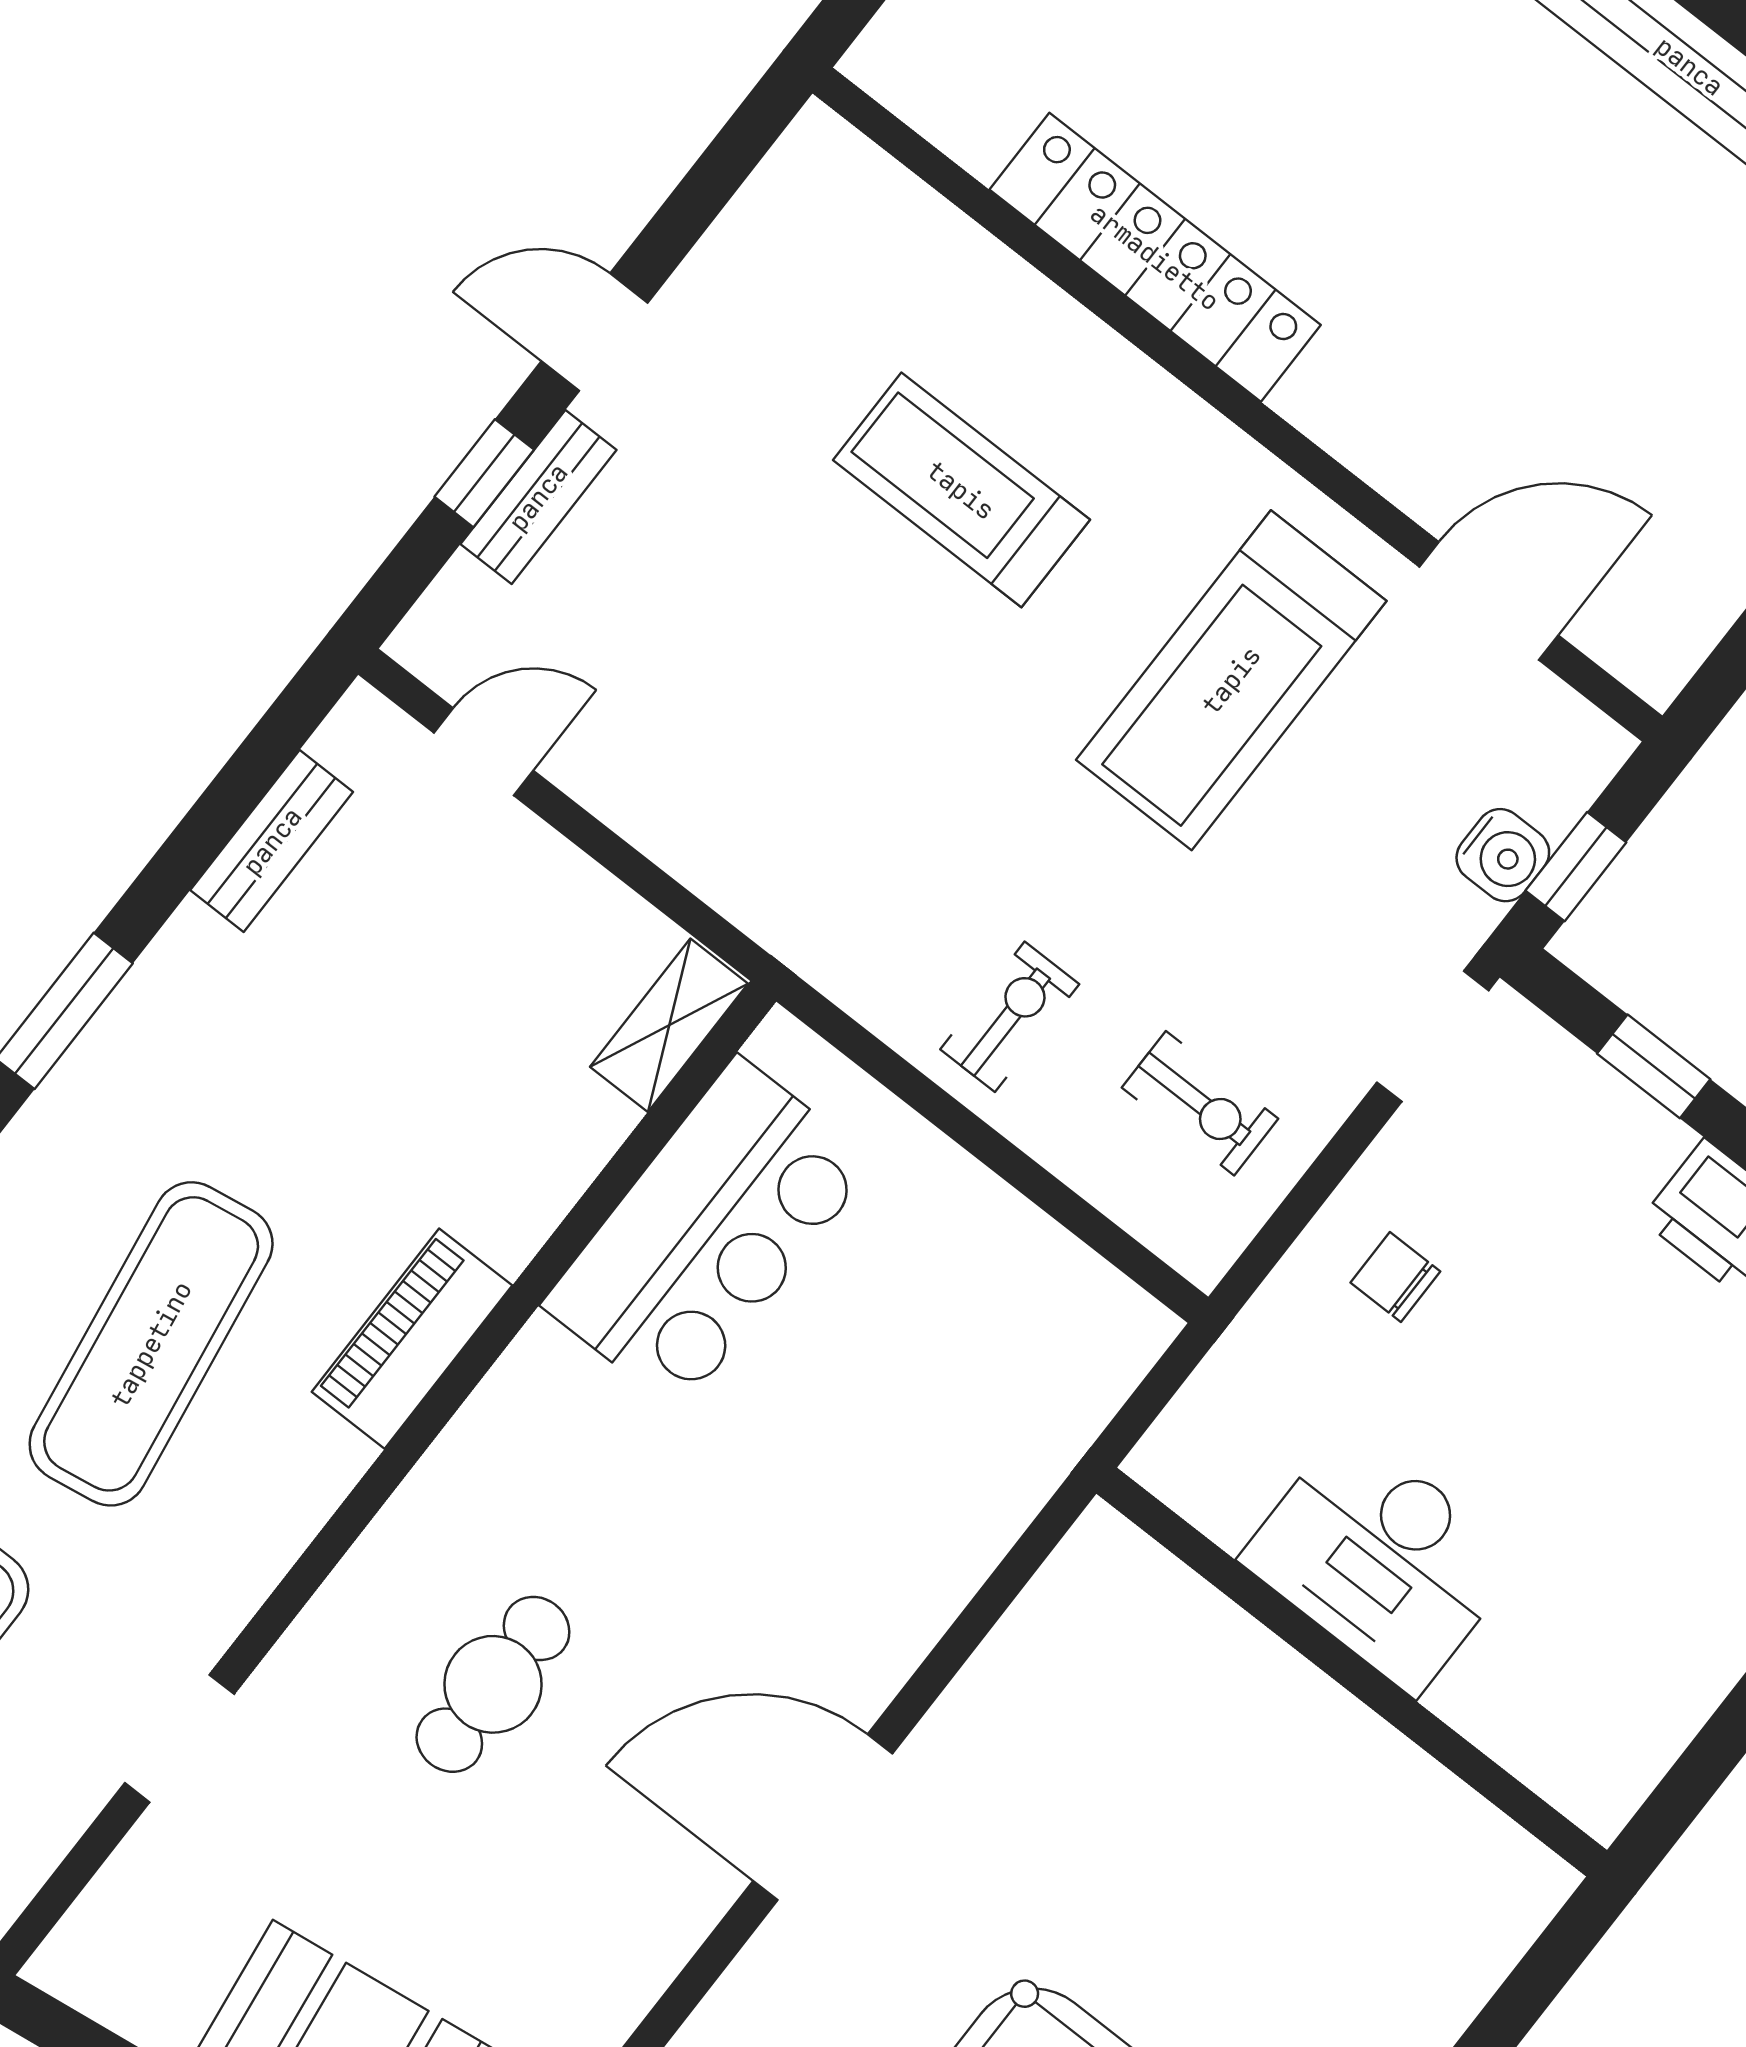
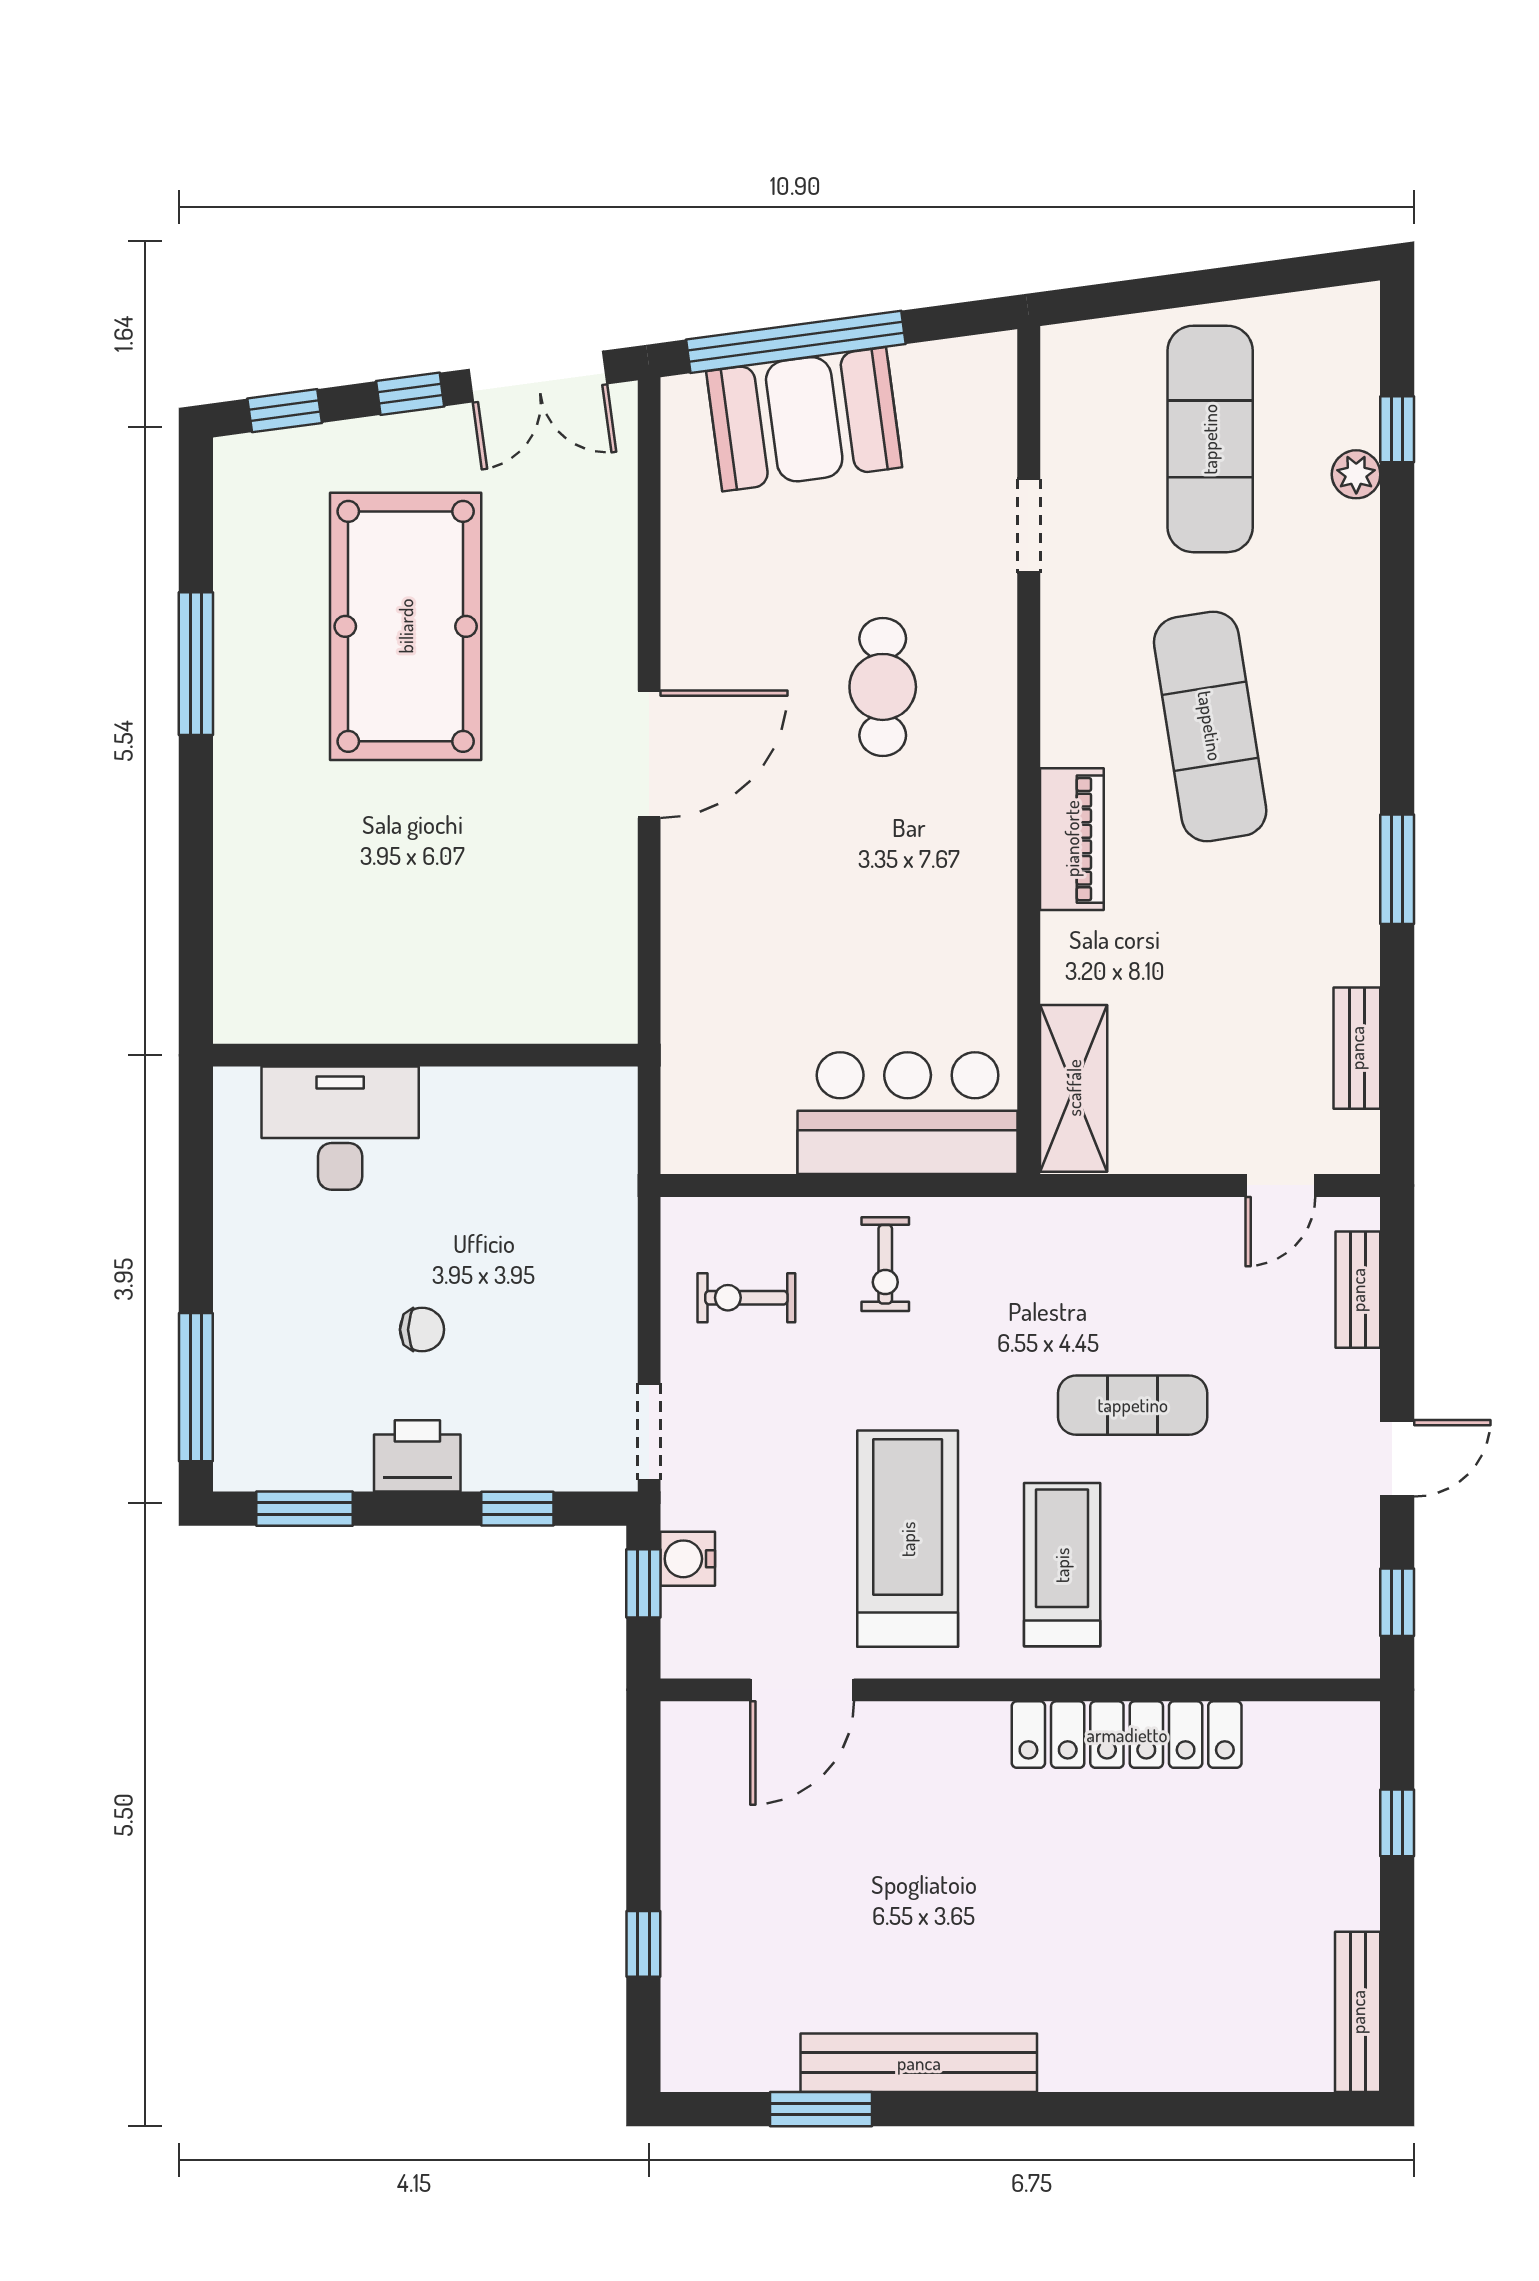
window: (484, 473) -> (1397, 1602), moved
treadmill: (961, 490) -> (1062, 1565), moved, turned -90
bench: (538, 497) -> (1358, 1290), moved
exercise mat: (852, 632) -> (1133, 1405), added
shelving: (669, 1025) -> (1074, 1088), width x1.50, depth x1.33
bar counter: (708, 1234) -> (908, 1113), moved, turned 90
chair: (1395, 1277) -> (422, 1330), moved
desk: (1381, 1559) -> (340, 1128), moved

